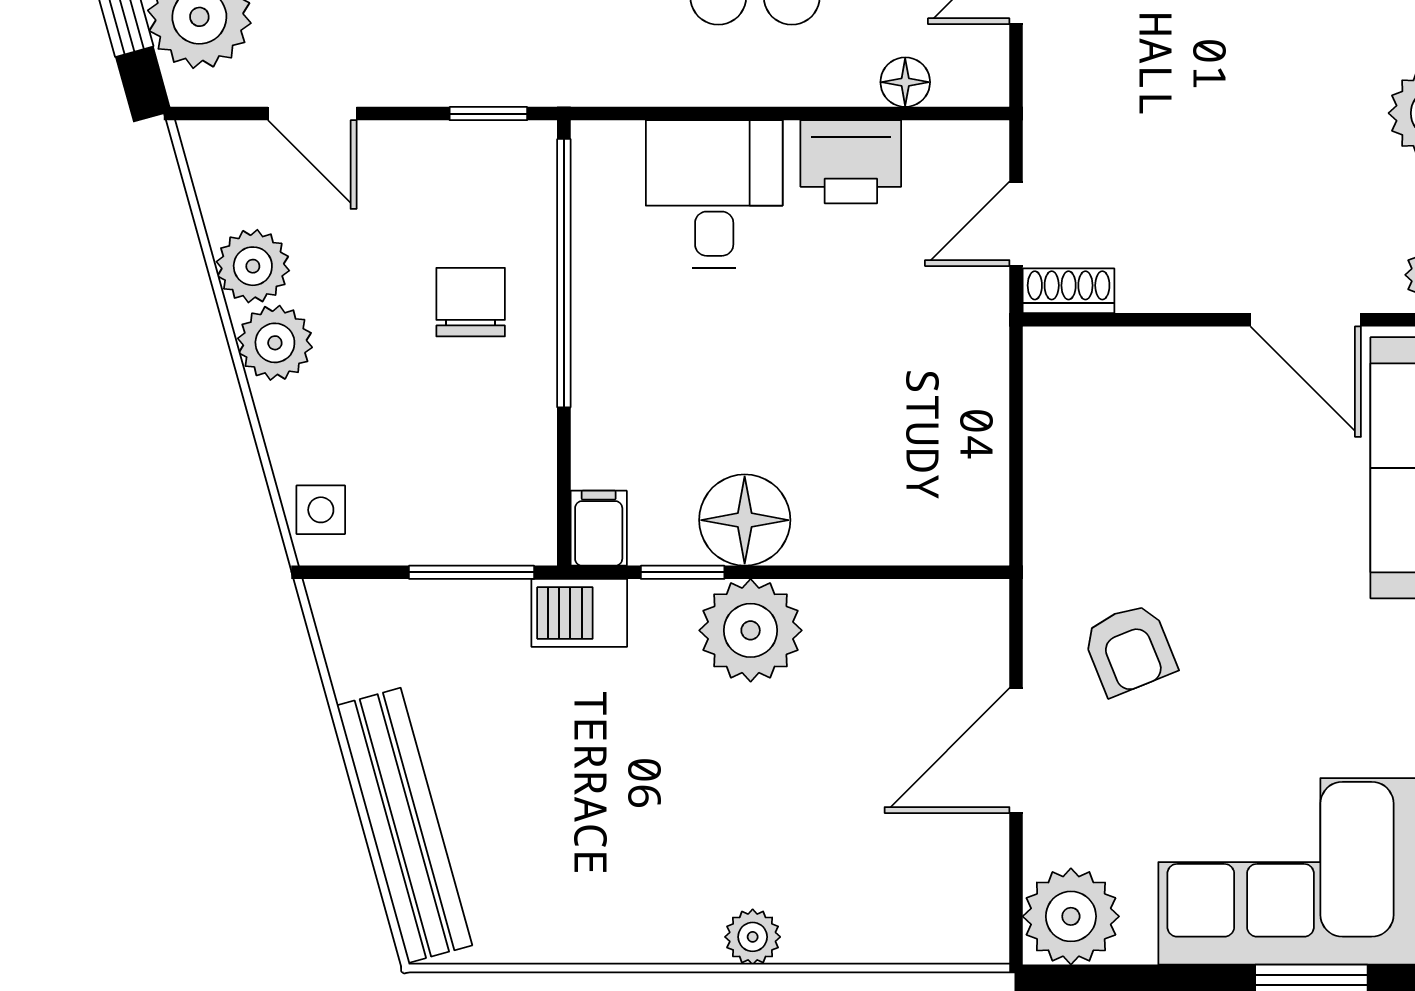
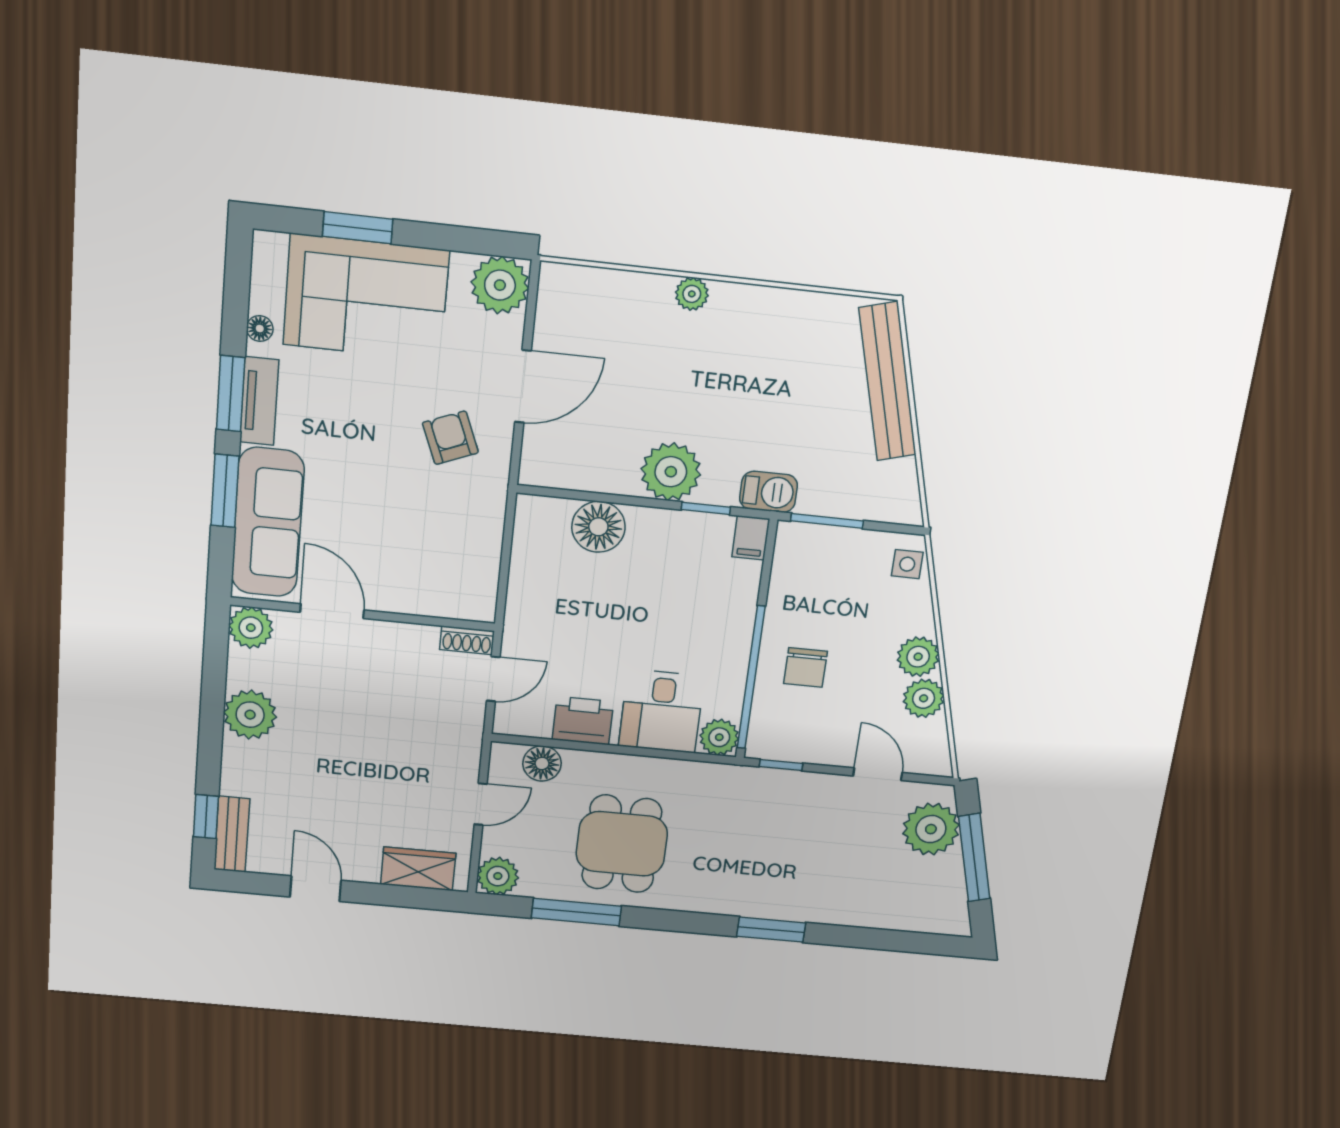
floor lamp: (905, 82) -> (542, 763), width x1.37, depth x1.37
plant: (606, 155) -> (719, 737), added
floor lamp: (745, 520) -> (598, 527), moved

